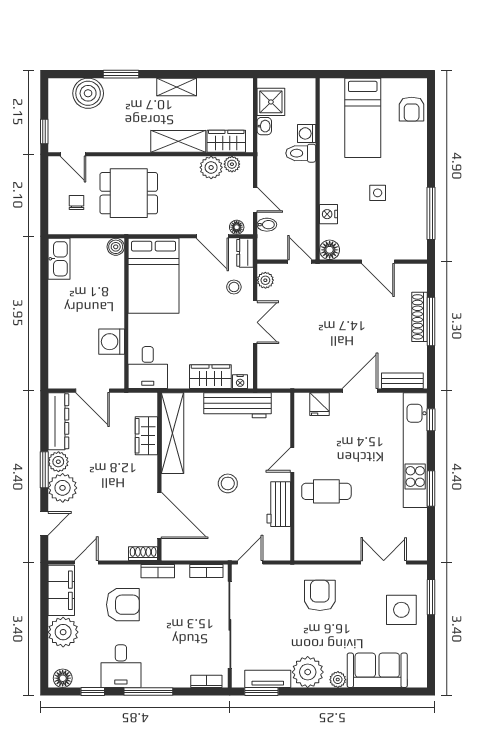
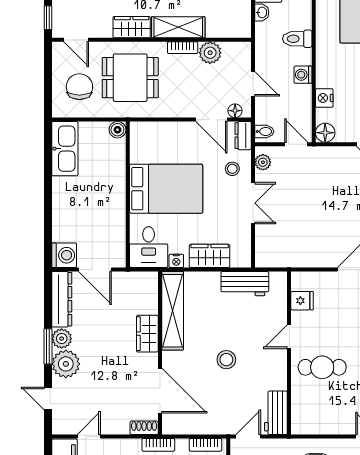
washing machine: (307, 133) -> (303, 75), moved
wardrobe: (226, 141) -> (132, 27), moved
bookcase: (183, 162) -> (183, 48), added
plant: (232, 164) -> (230, 49), removed
chair: (77, 203) -> (79, 87), width x1.87, depth x1.87
bidet: (267, 225) -> (264, 131), moved
kitchen sink: (59, 259) -> (65, 149), width x1.36, depth x1.24
bed: (154, 276) -> (166, 189), moved, turned -90
washing machine: (112, 342) -> (64, 255), moved, turned 180
nightstand: (240, 382) -> (176, 261), moved
fridge: (320, 404) -> (302, 301), moved, turned -90
workbench: (238, 405) -> (245, 284), width x0.73
wardrobe: (146, 436) -> (147, 334), moved
workbench: (279, 504) -> (276, 413), moved
door: (44, 523) -> (48, 398), swing flipped

